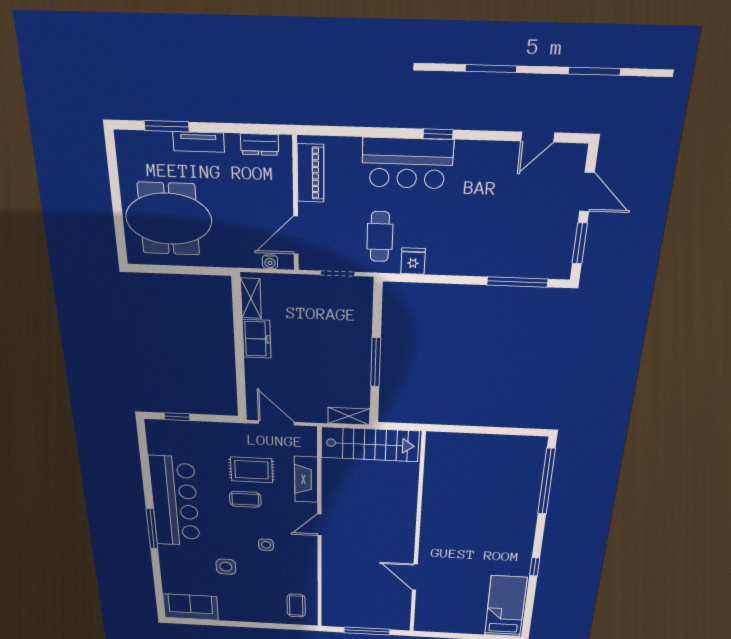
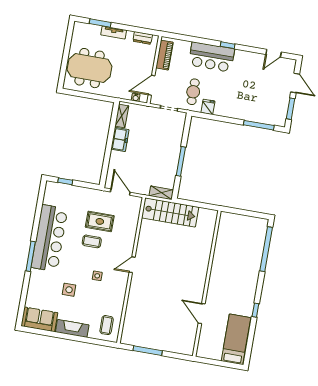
fireplace: (306, 479) -> (72, 328), moved, turned 90
wall: (417, 537) -> (207, 284), moved
door: (415, 577) -> (202, 314), moved

